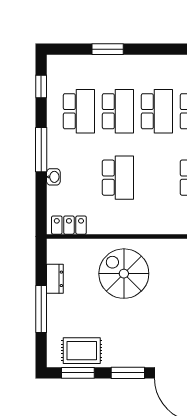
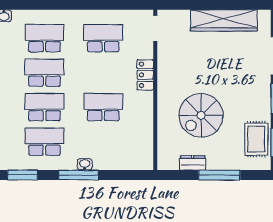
window: (41, 87) -> (23, 175), width x1.50
washbasin: (53, 177) -> (85, 164), moved
locker: (69, 225) -> (145, 75), moved
spiral stairs: (124, 274) -> (201, 115), moved

